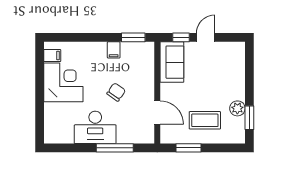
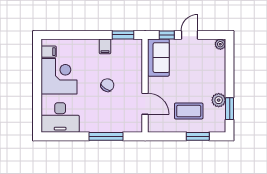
plant: (239, 48) -> (220, 44), added
desk: (95, 127) -> (60, 117), moved
window: (189, 148) -> (198, 136), moved

